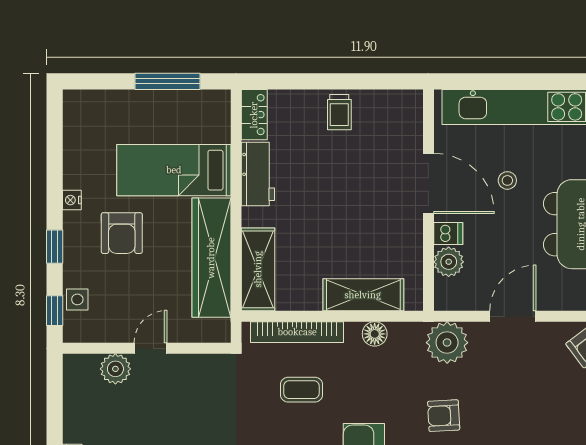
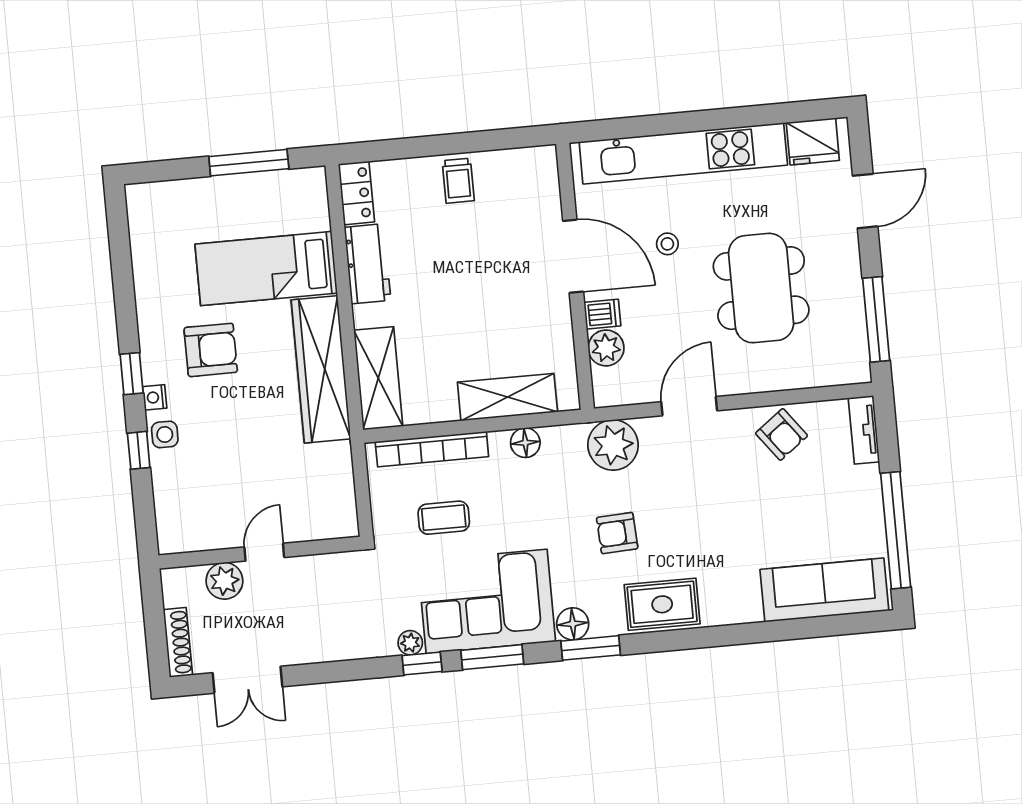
nightstand: (72, 200) -> (155, 397), moved
armchair: (122, 233) -> (211, 350), turned -90
wall: (147, 348) -> (260, 553), moved
door: (151, 348) -> (264, 552), moved
plant: (115, 369) -> (224, 581), moved

